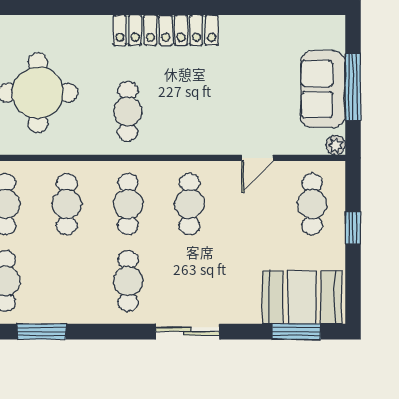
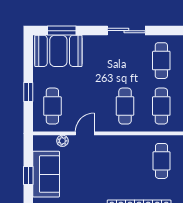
window: (353, 87) -> (28, 175), width x0.46
plant: (336, 145) -> (62, 141), moved

